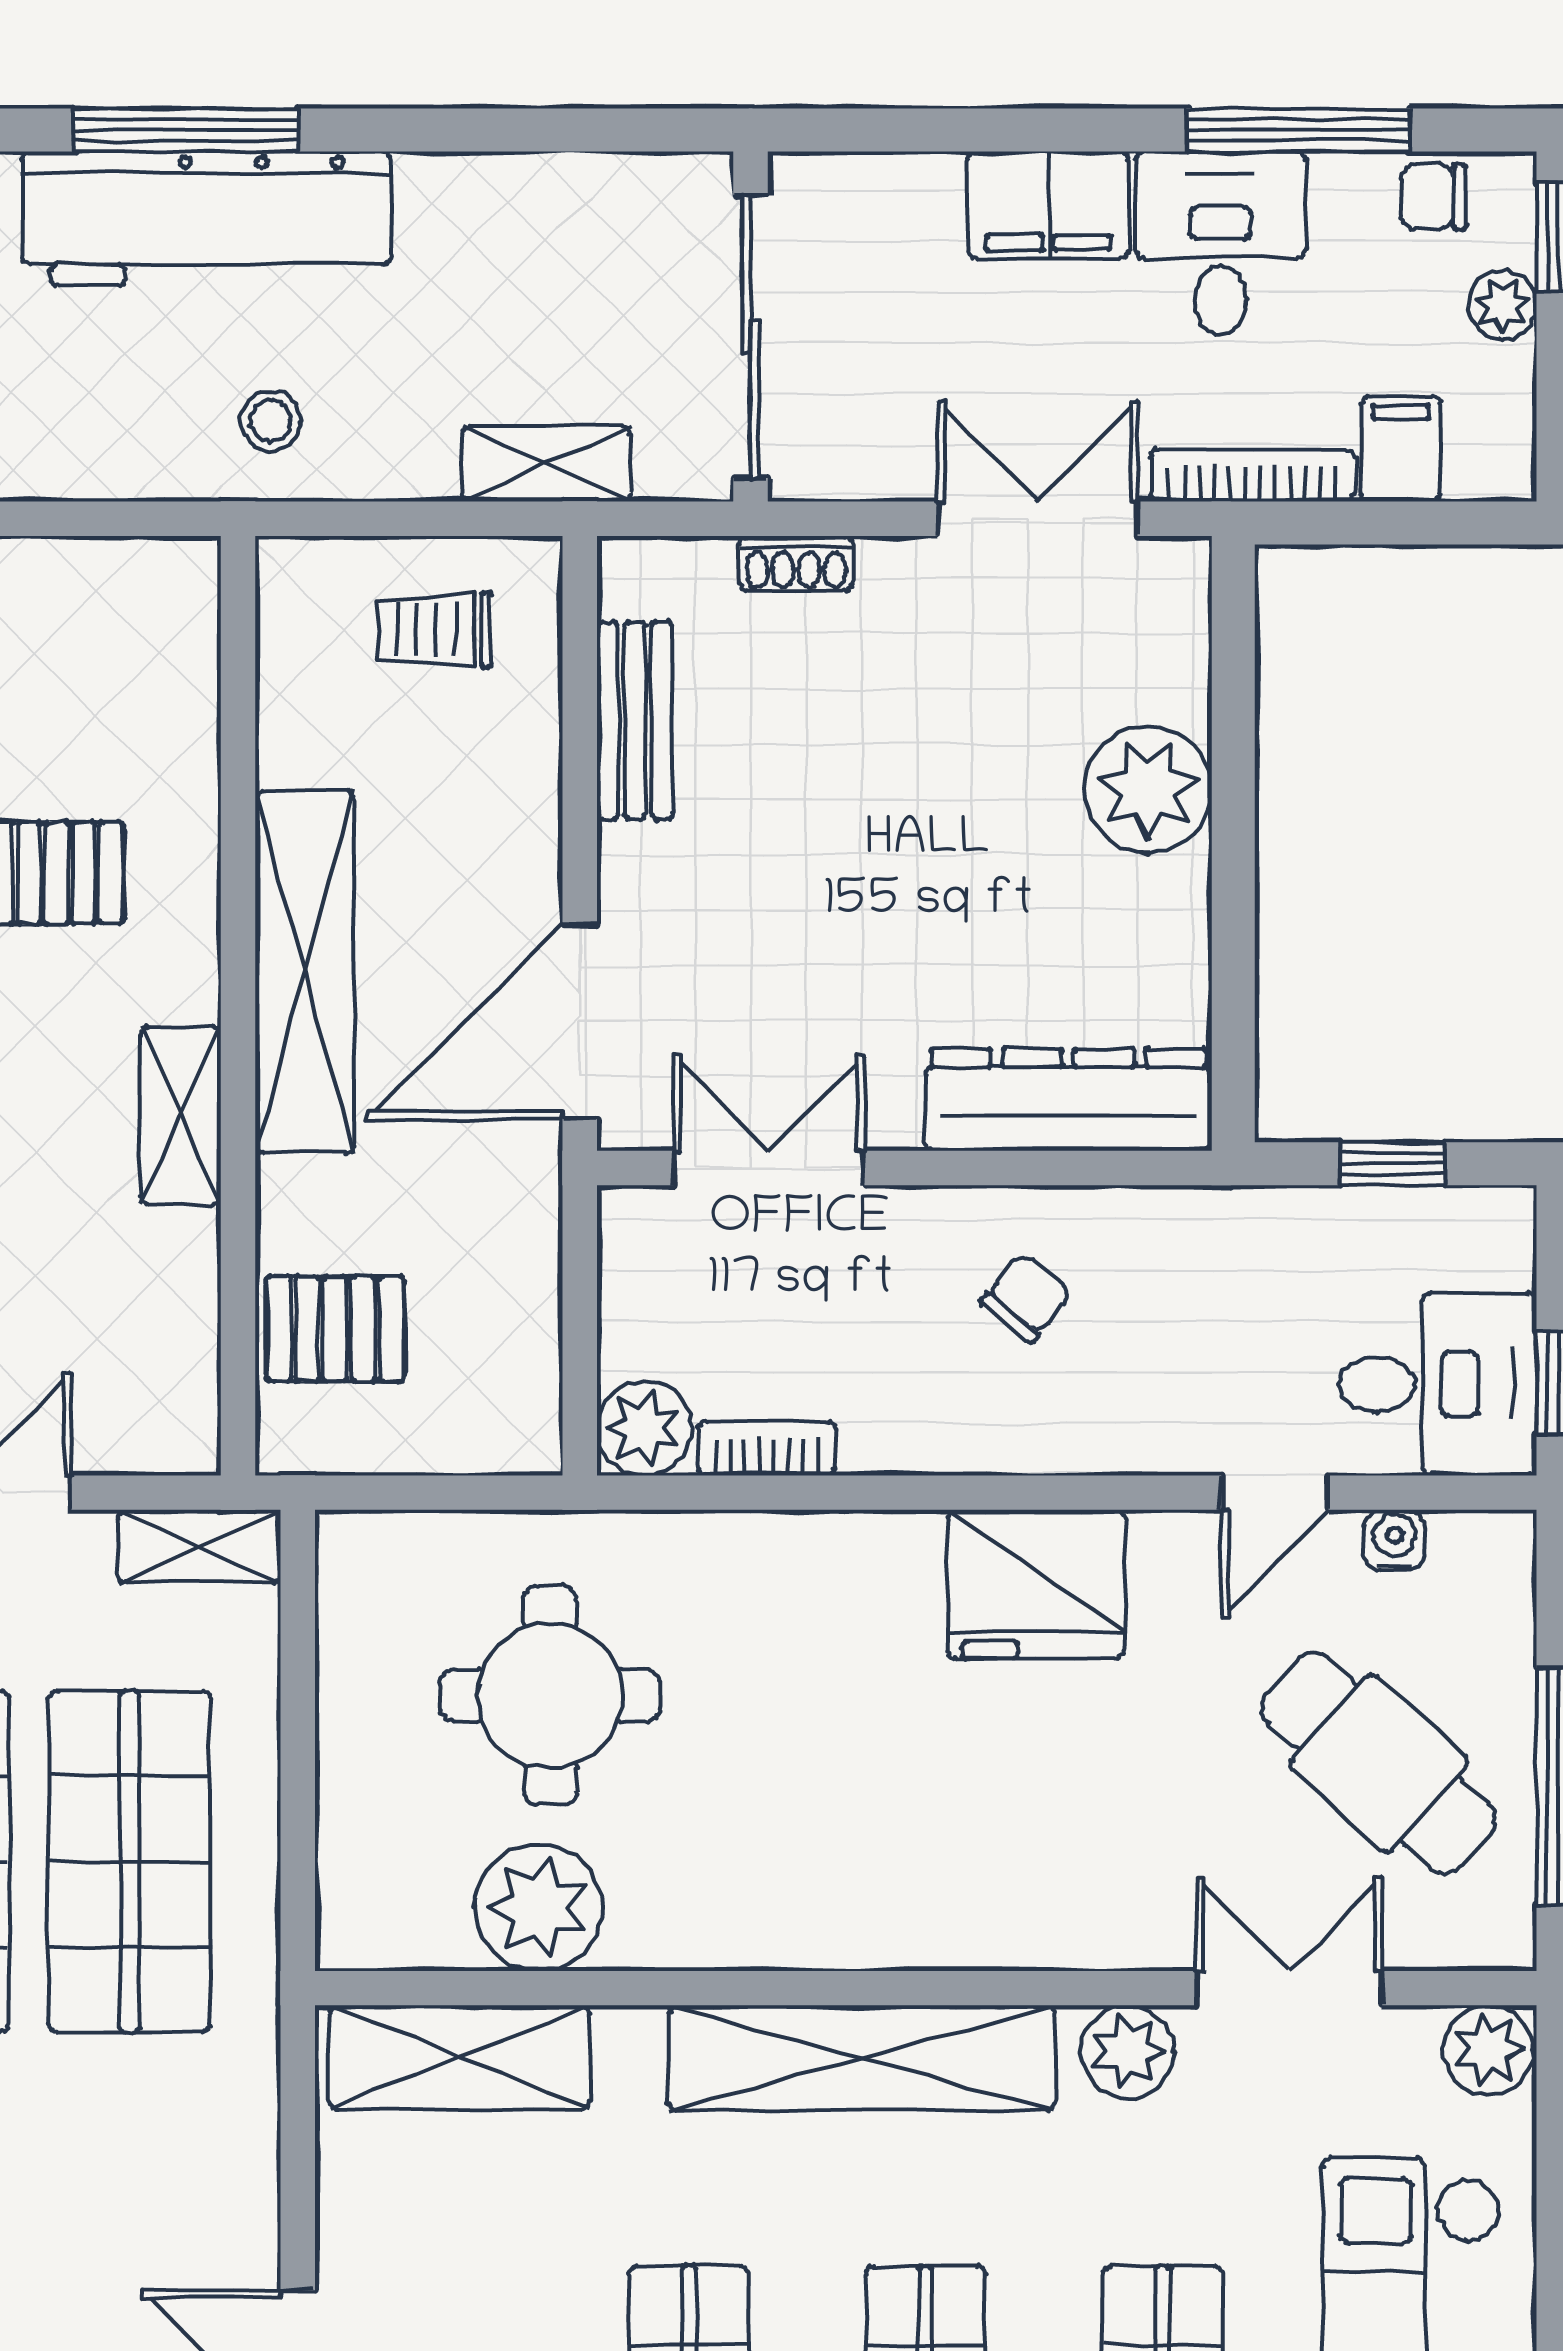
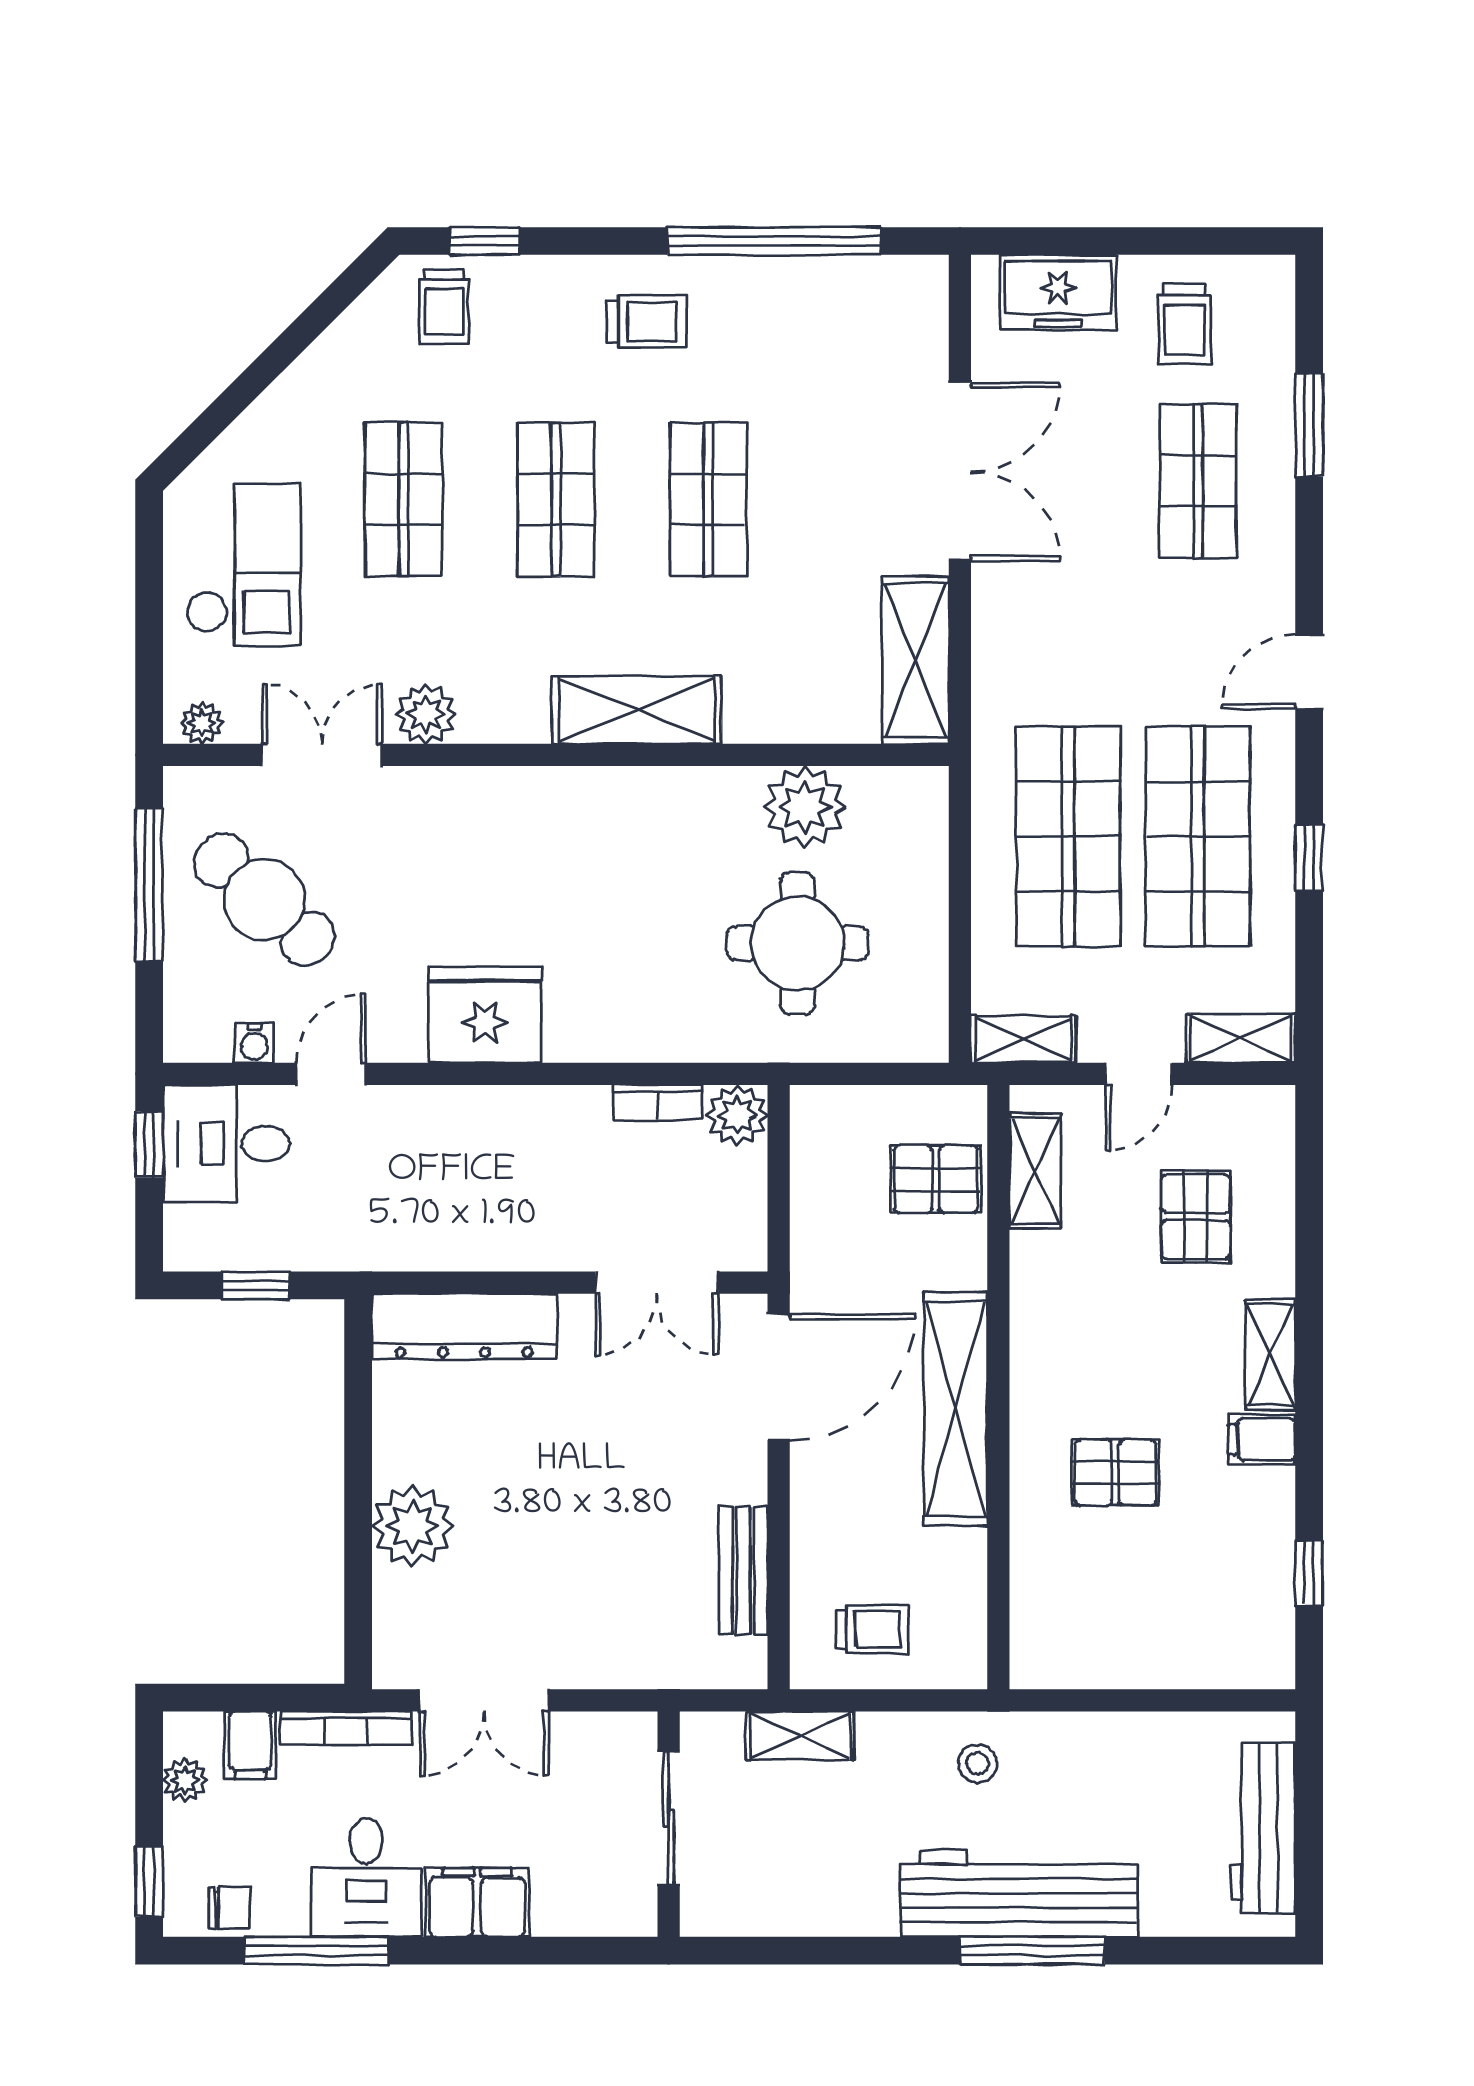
plant: (1502, 305) -> (185, 1780), moved
sliding door: (751, 336) -> (669, 1818), width x0.73
shoe rack: (796, 563) -> (639, 1672), removed
shelving: (181, 1115) -> (1035, 1171), moved
chair: (1026, 1297) -> (491, 1199), removed
double door: (1289, 1988) -> (322, 755), swing flipped
plant: (1488, 2050) -> (202, 723), width x0.73, depth x0.73
shelving: (460, 2057) -> (915, 660), moved, turned 90
shelving: (862, 2058) -> (637, 710), width x0.68

